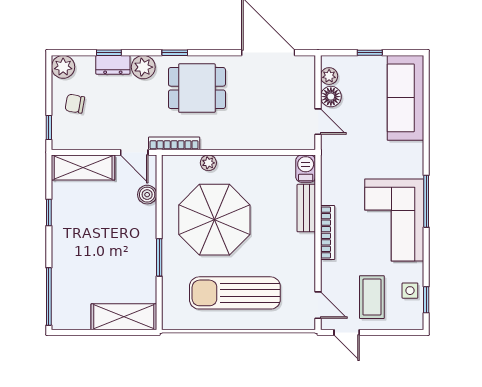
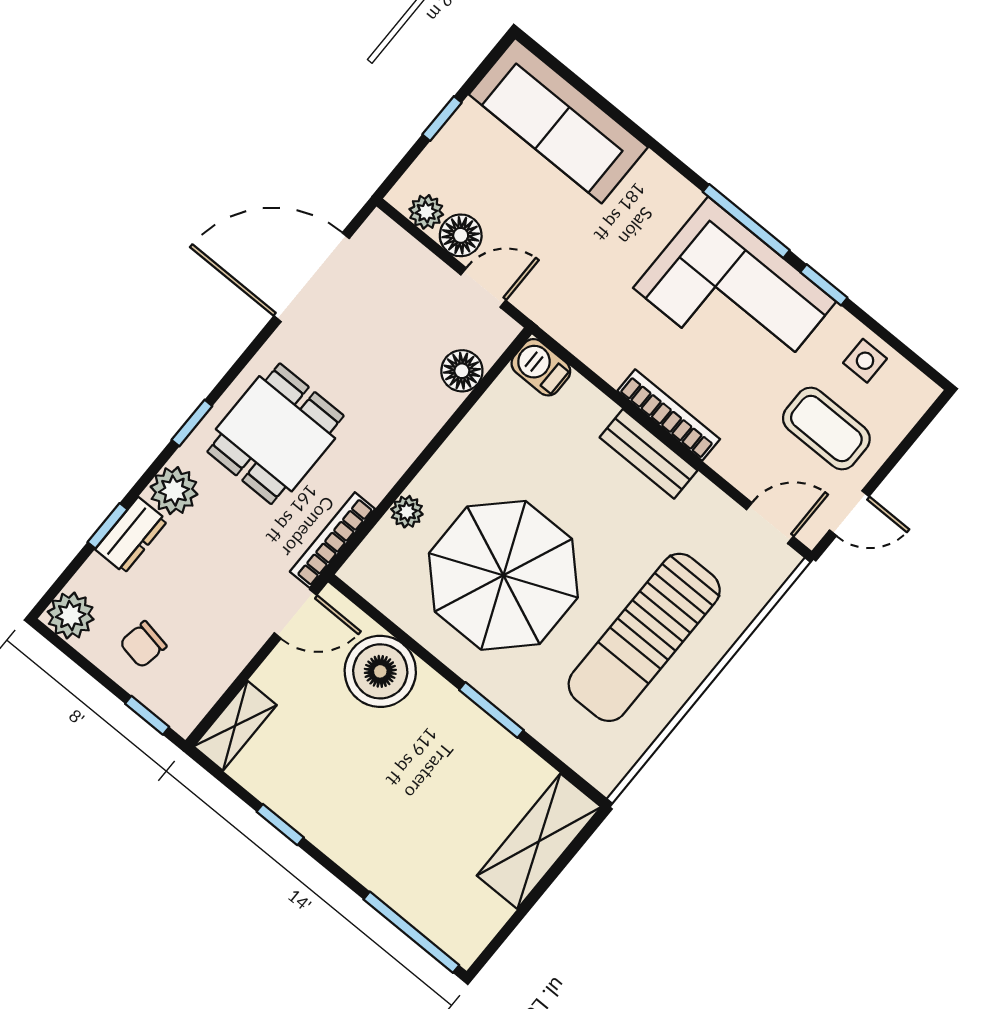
floor lamp: (280, 140) -> (462, 371), added
shelving: (83, 167) -> (235, 726), width x0.67, depth x0.75
boiler: (147, 195) -> (380, 671), width x1.86, depth x1.86
bench: (306, 208) -> (648, 454), moved
window: (426, 300) -> (824, 285), moved

